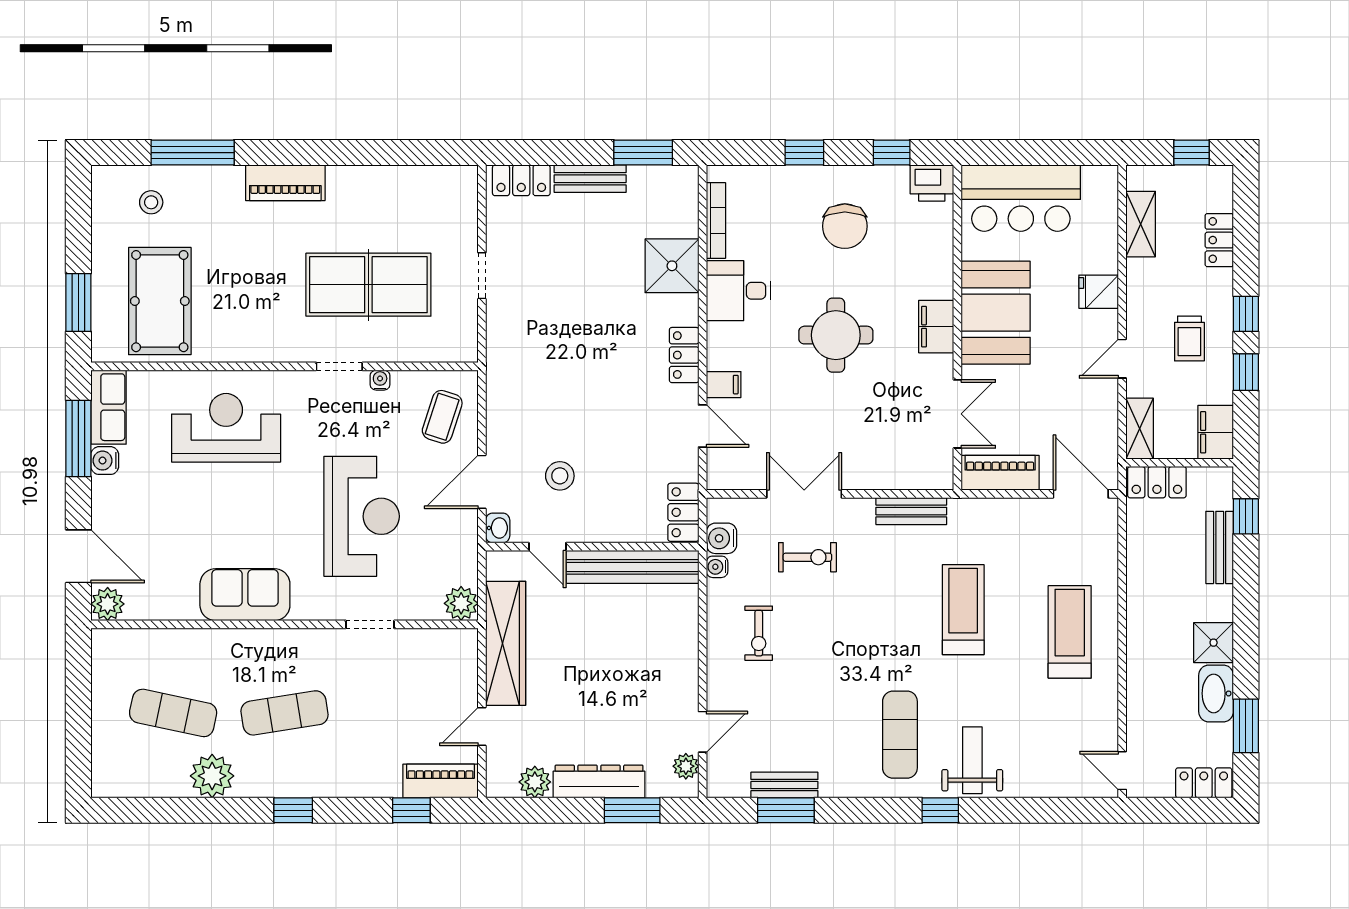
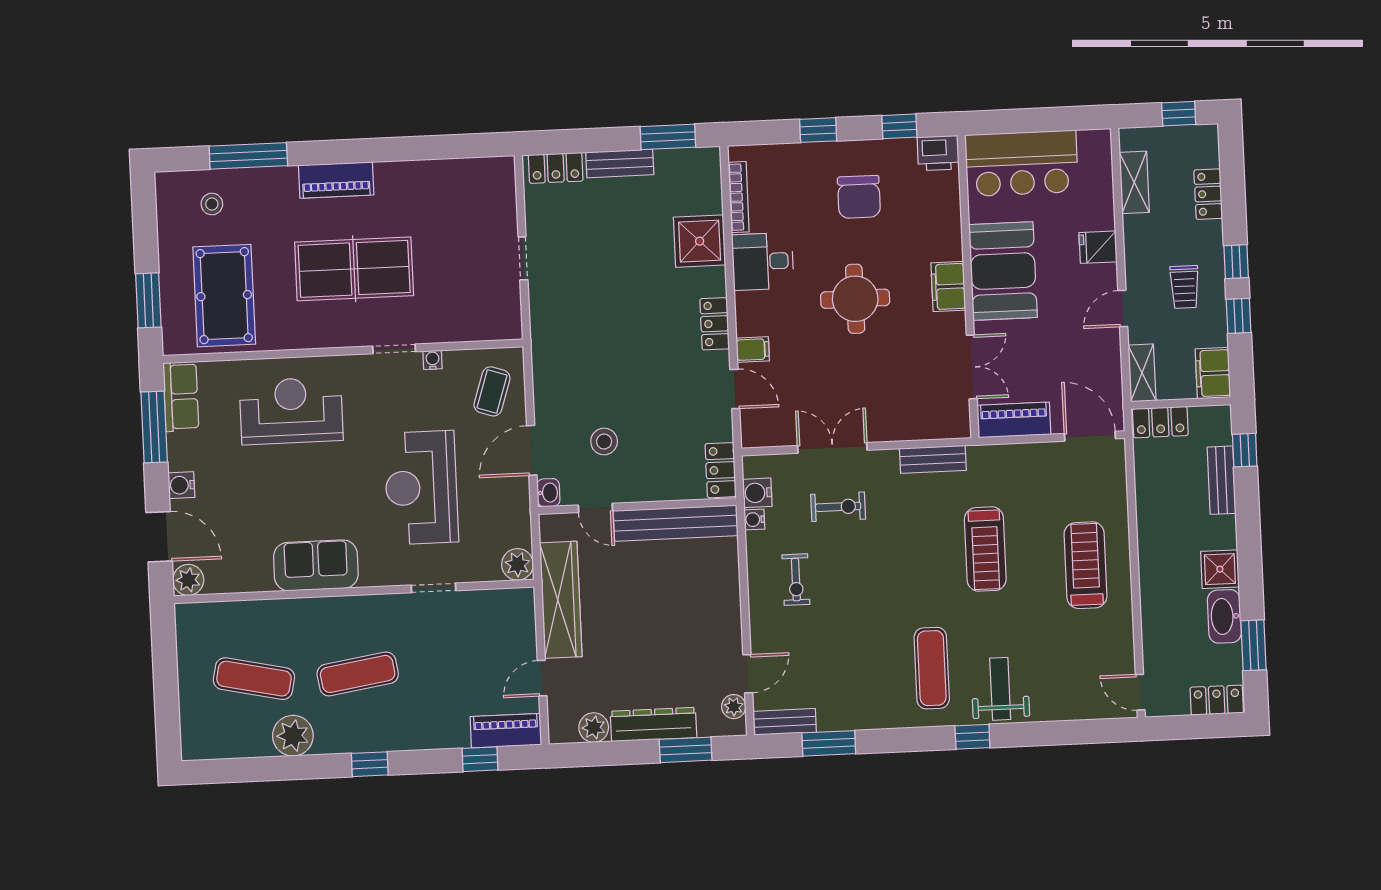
table tennis table: (368, 285) -> (354, 269), moved
water cooler: (105, 461) -> (181, 485), moved
reception desk: (362, 516) -> (421, 488), turned 180
treadmill: (963, 610) -> (985, 549), turned 180
bench: (784, 785) -> (785, 722), moved

